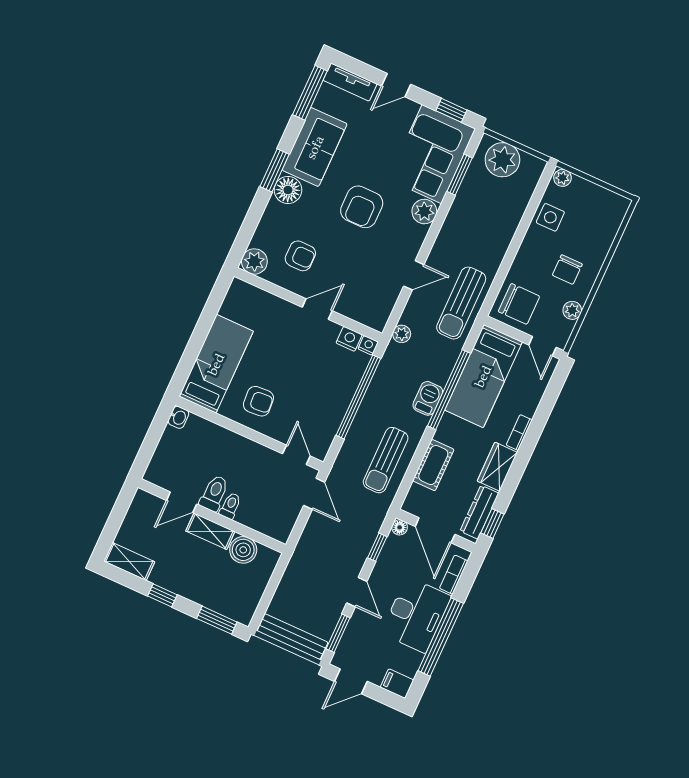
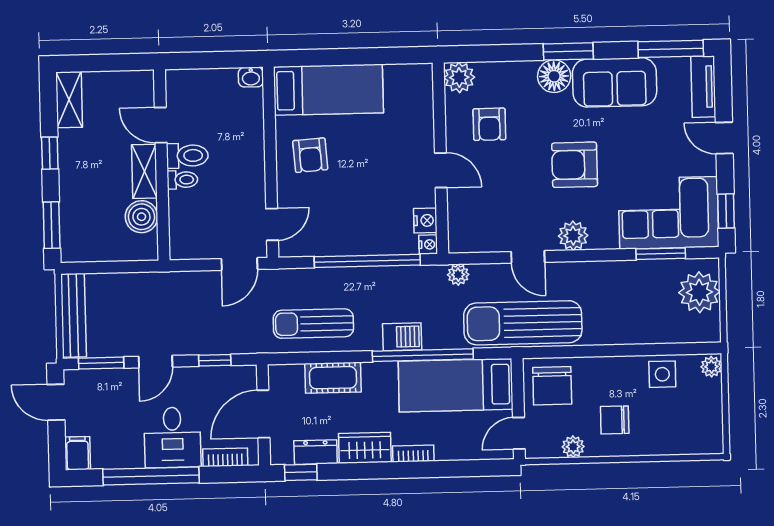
plant: (424, 211) -> (573, 236), moved
sun lounger: (461, 303) -> (523, 323), width x1.36, depth x1.34
dresser: (479, 512) -> (316, 452), width x0.70
floor lamp: (400, 527) -> (248, 374), removed
desk: (416, 615) -> (172, 437), width x0.73

